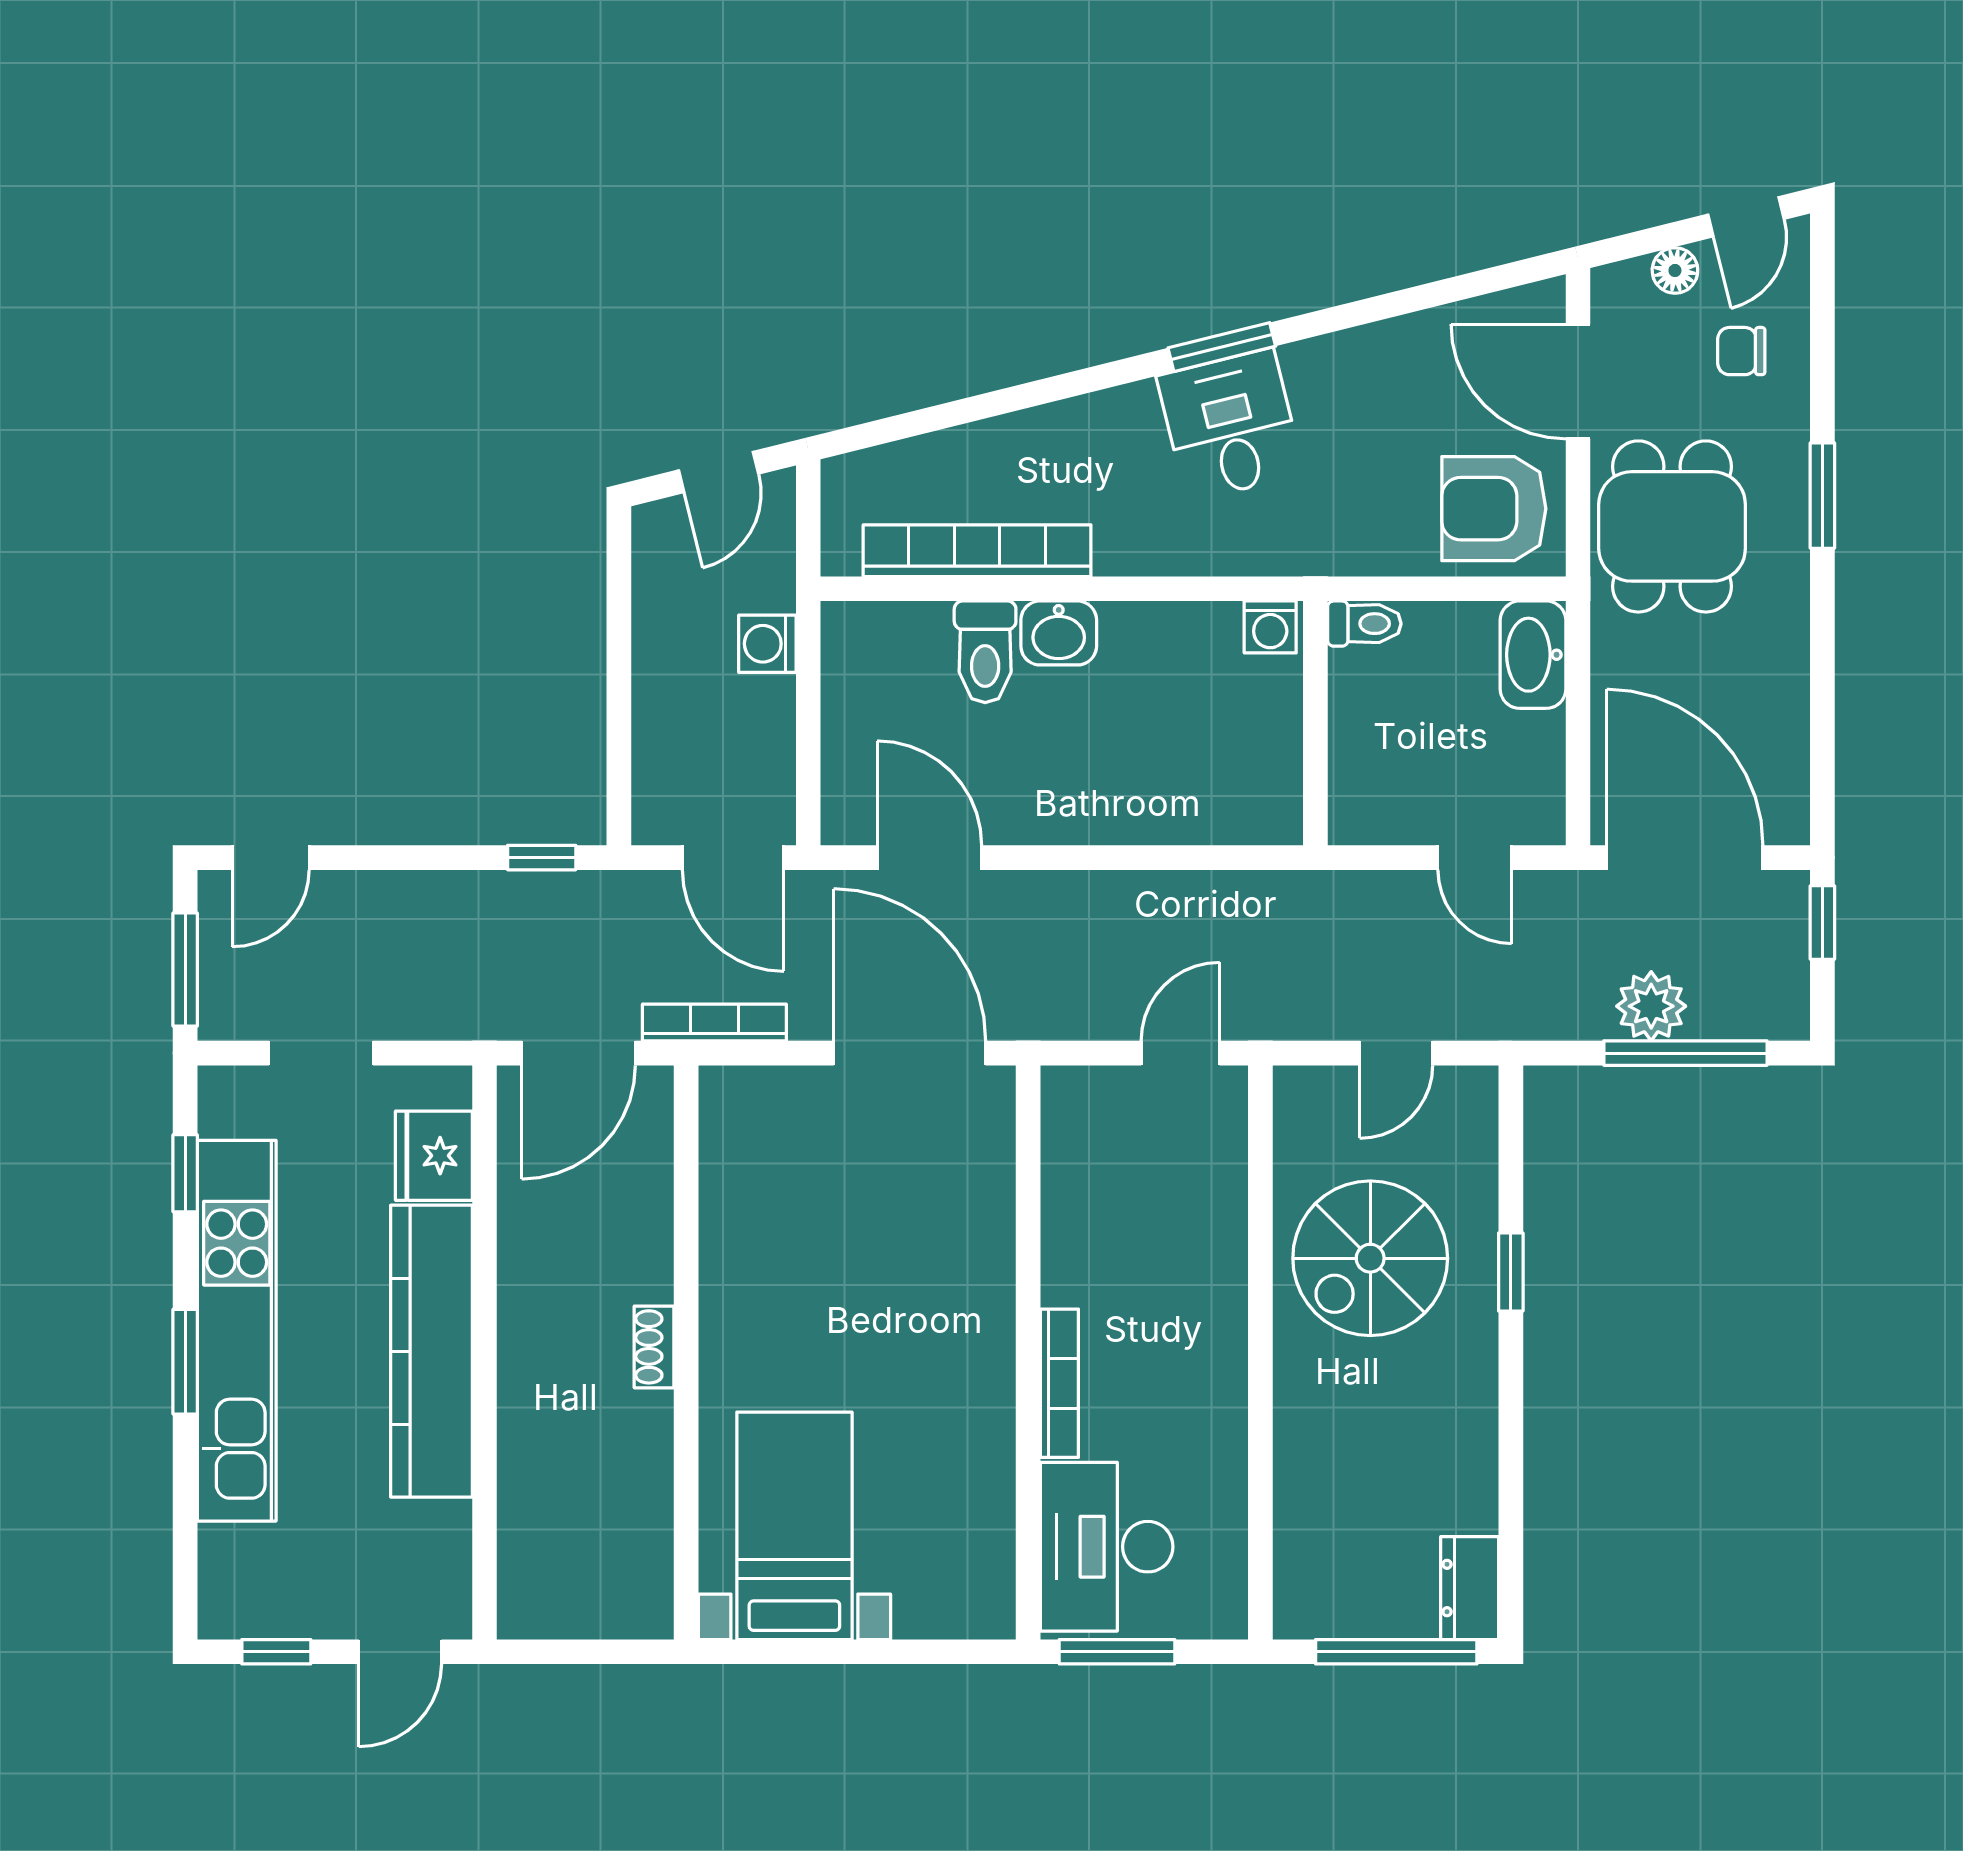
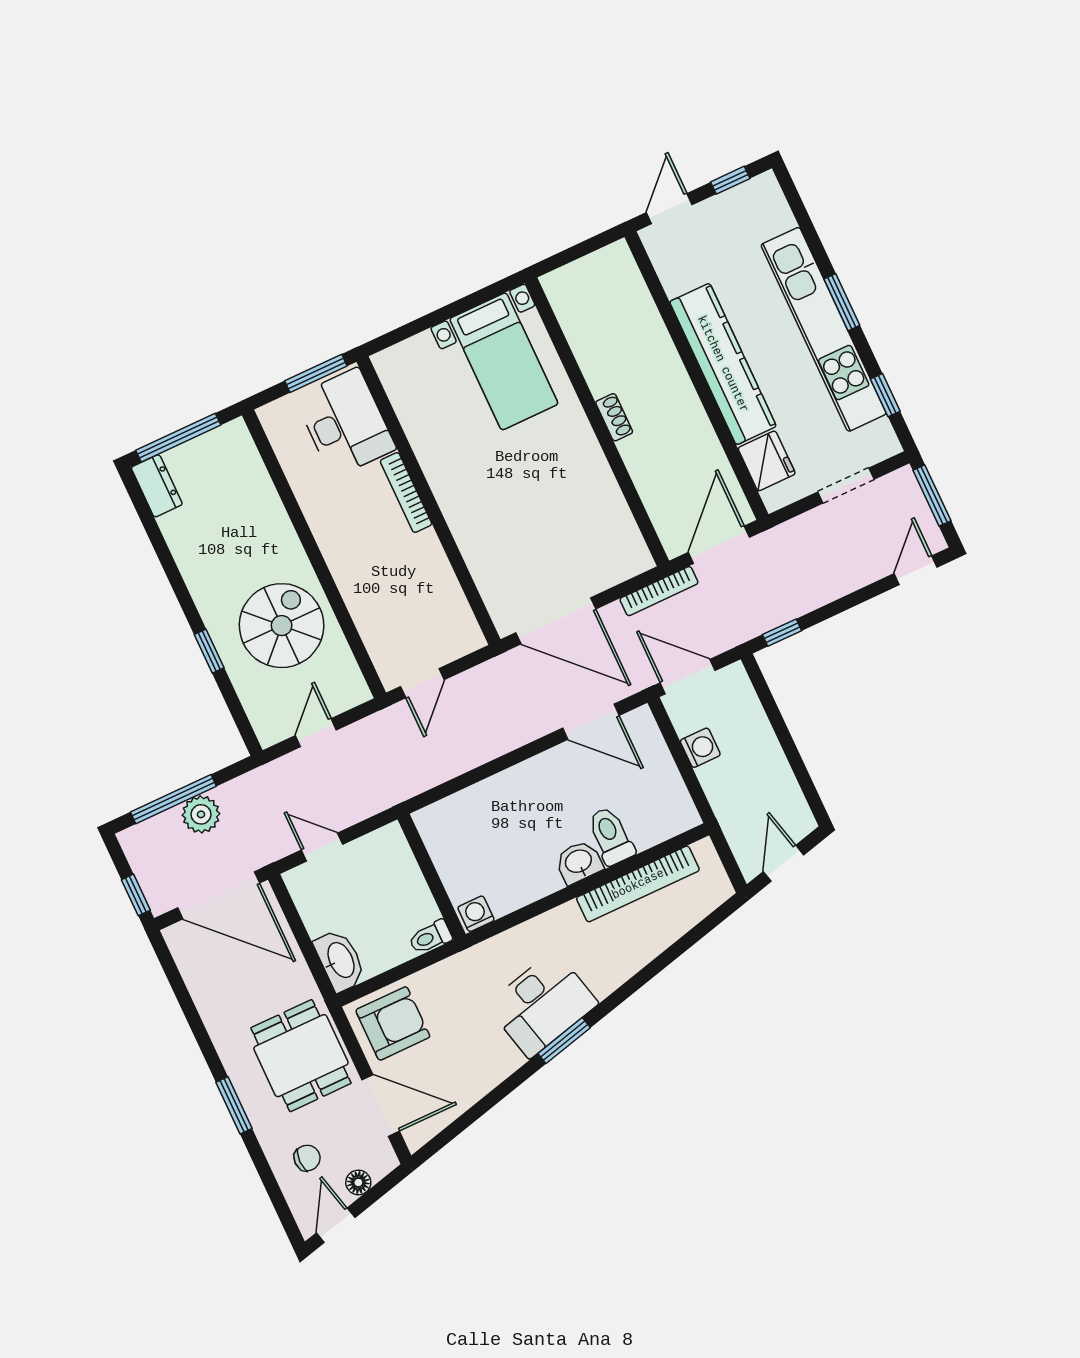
desk: (1230, 425) -> (542, 1004), width x1.37
washing machine: (767, 644) -> (700, 748), moved

